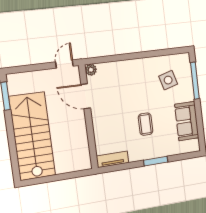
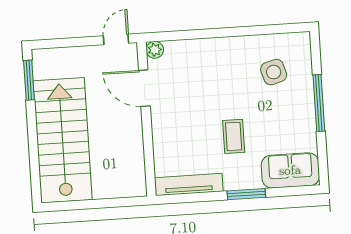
window: (195, 81) -> (319, 103), moved
sofa: (187, 121) -> (290, 170), moved, turned 90
tv unit: (112, 159) -> (189, 184), width x1.41

